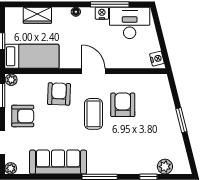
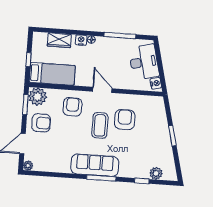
nightstand: (102, 13) -> (81, 40), moved
desk: (130, 23) -> (144, 62), moved, turned 76
plant: (11, 80) -> (38, 97), width x1.87, depth x1.87
sofa: (58, 162) -> (95, 165), moved

